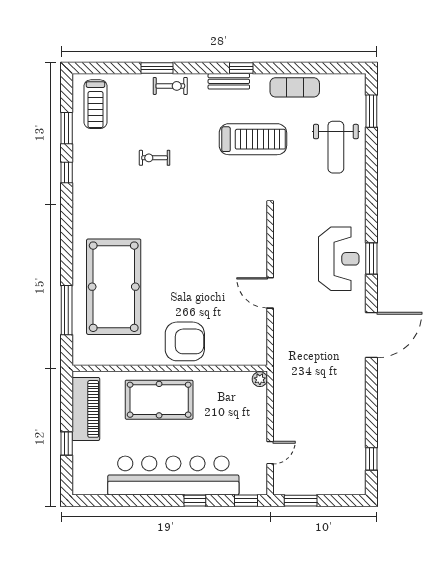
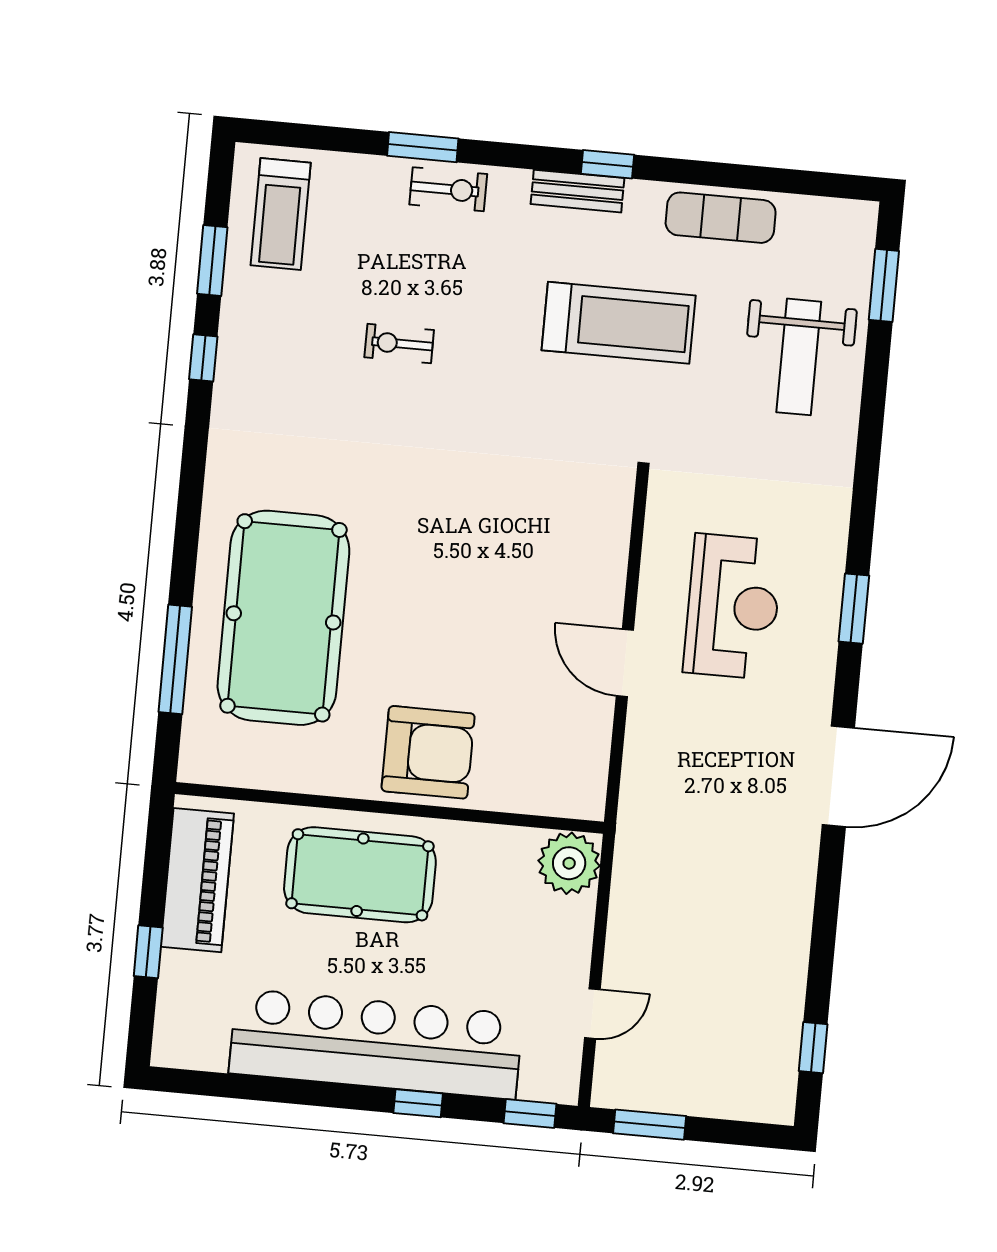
reception desk: (339, 259) -> (733, 607), moved
plant: (260, 379) -> (569, 863), width x1.87, depth x1.87

